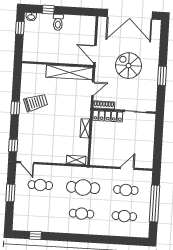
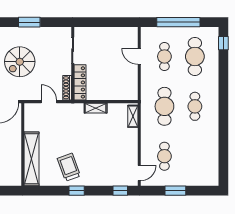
shelving: (69, 72) -> (32, 159), moved
cafe table: (124, 216) -> (195, 56), width x1.37, depth x1.35
window: (35, 235) -> (223, 43), moved

